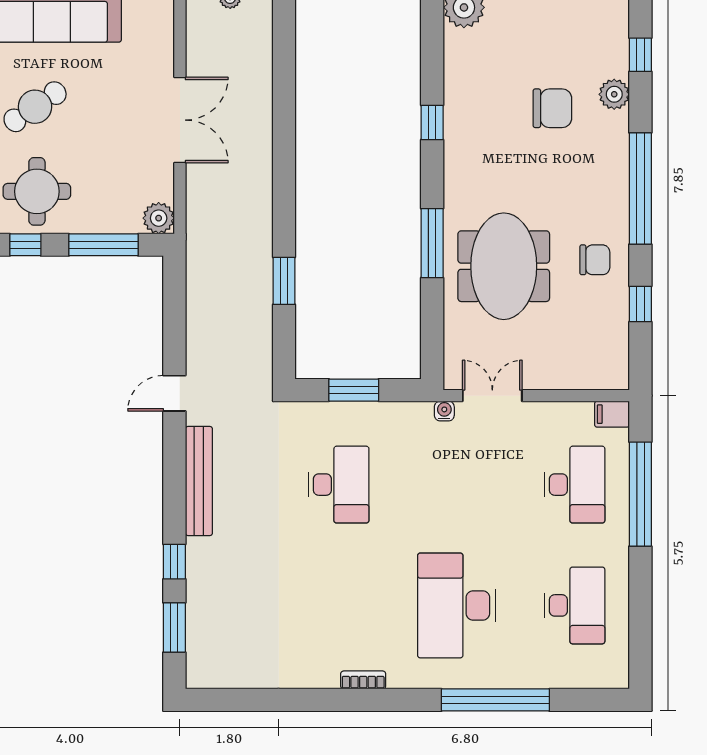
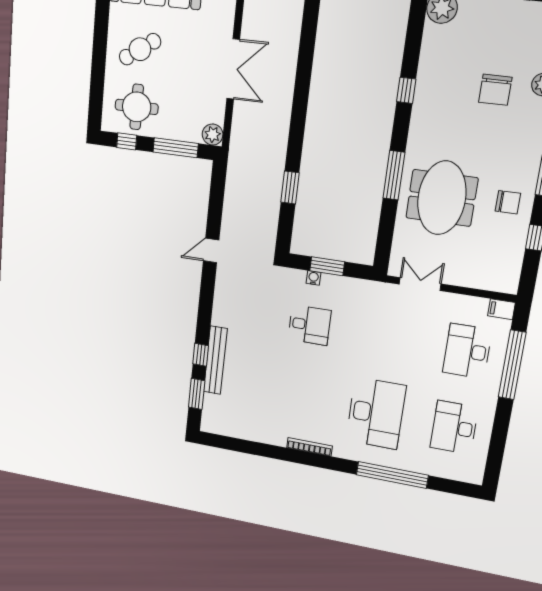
chair: (552, 108) -> (495, 90), turned 90
water cooler: (444, 411) -> (313, 278), moved
bench: (199, 481) -> (215, 360), moved
desk: (339, 485) -> (309, 325), width x0.73
desk: (575, 485) -> (467, 351), turned 180
desk: (457, 605) -> (376, 413), turned 180
desk: (575, 605) -> (454, 428), turned 180
bookcase: (363, 680) -> (309, 447), width x1.56

